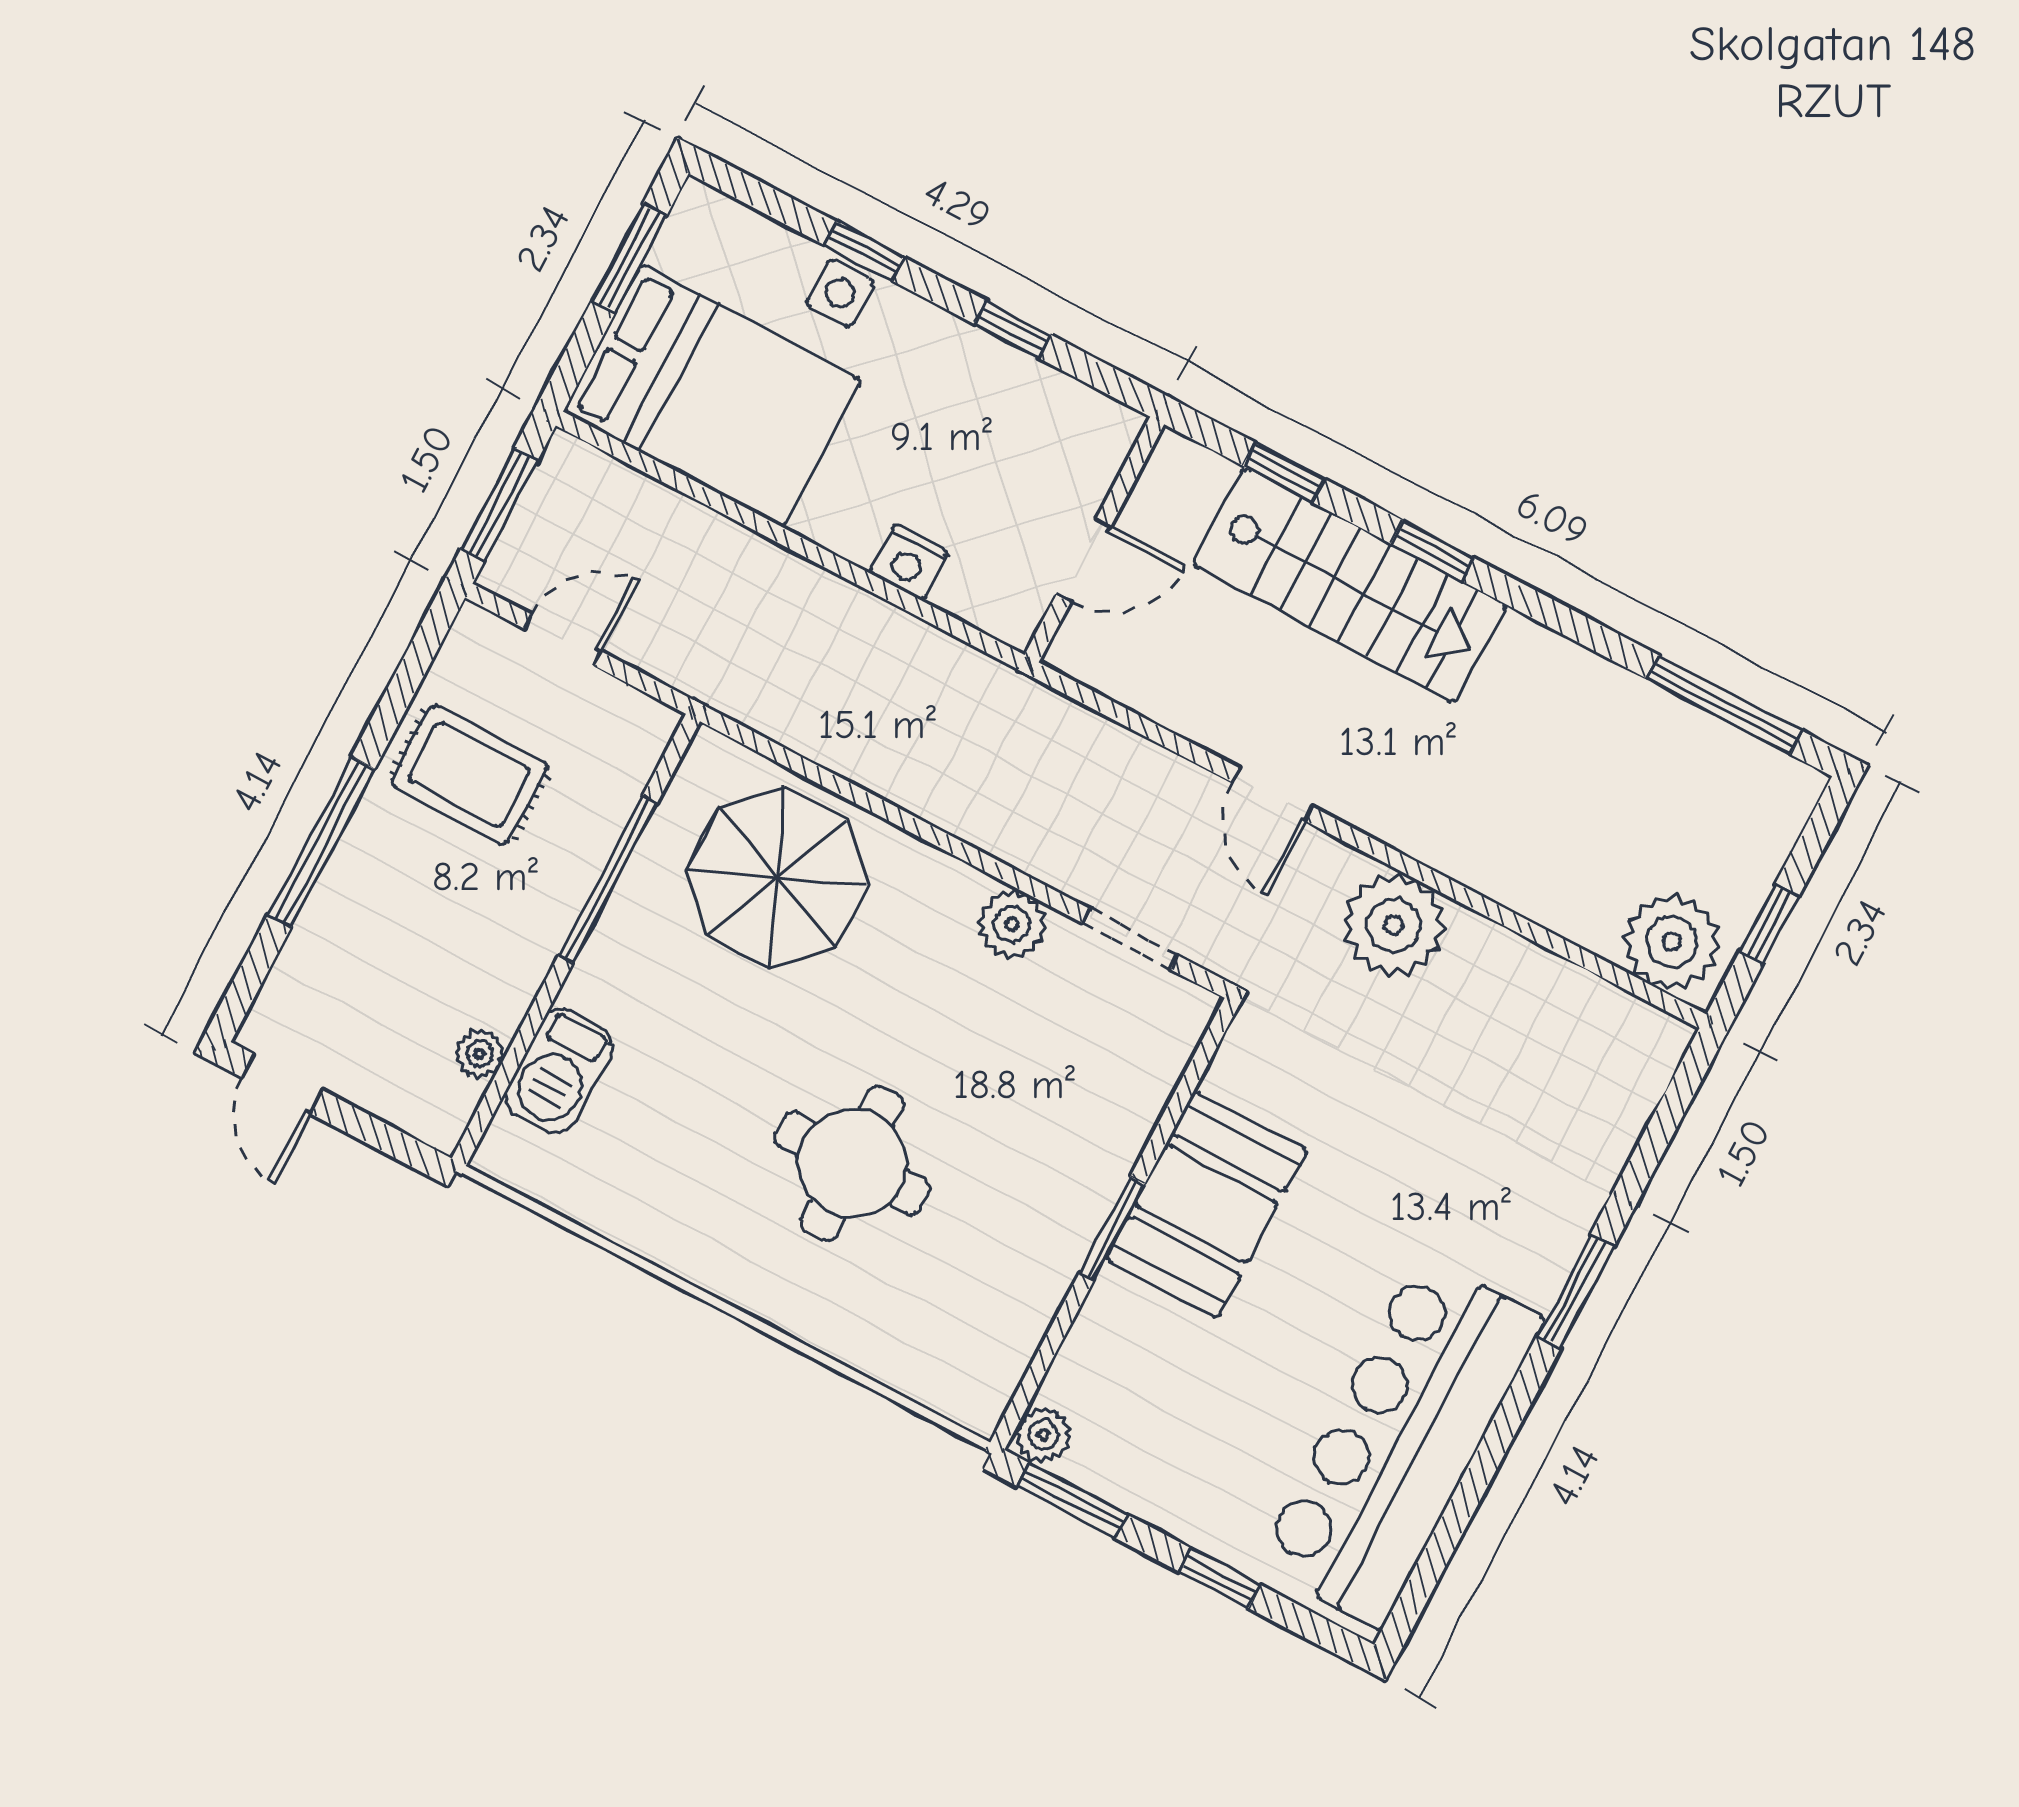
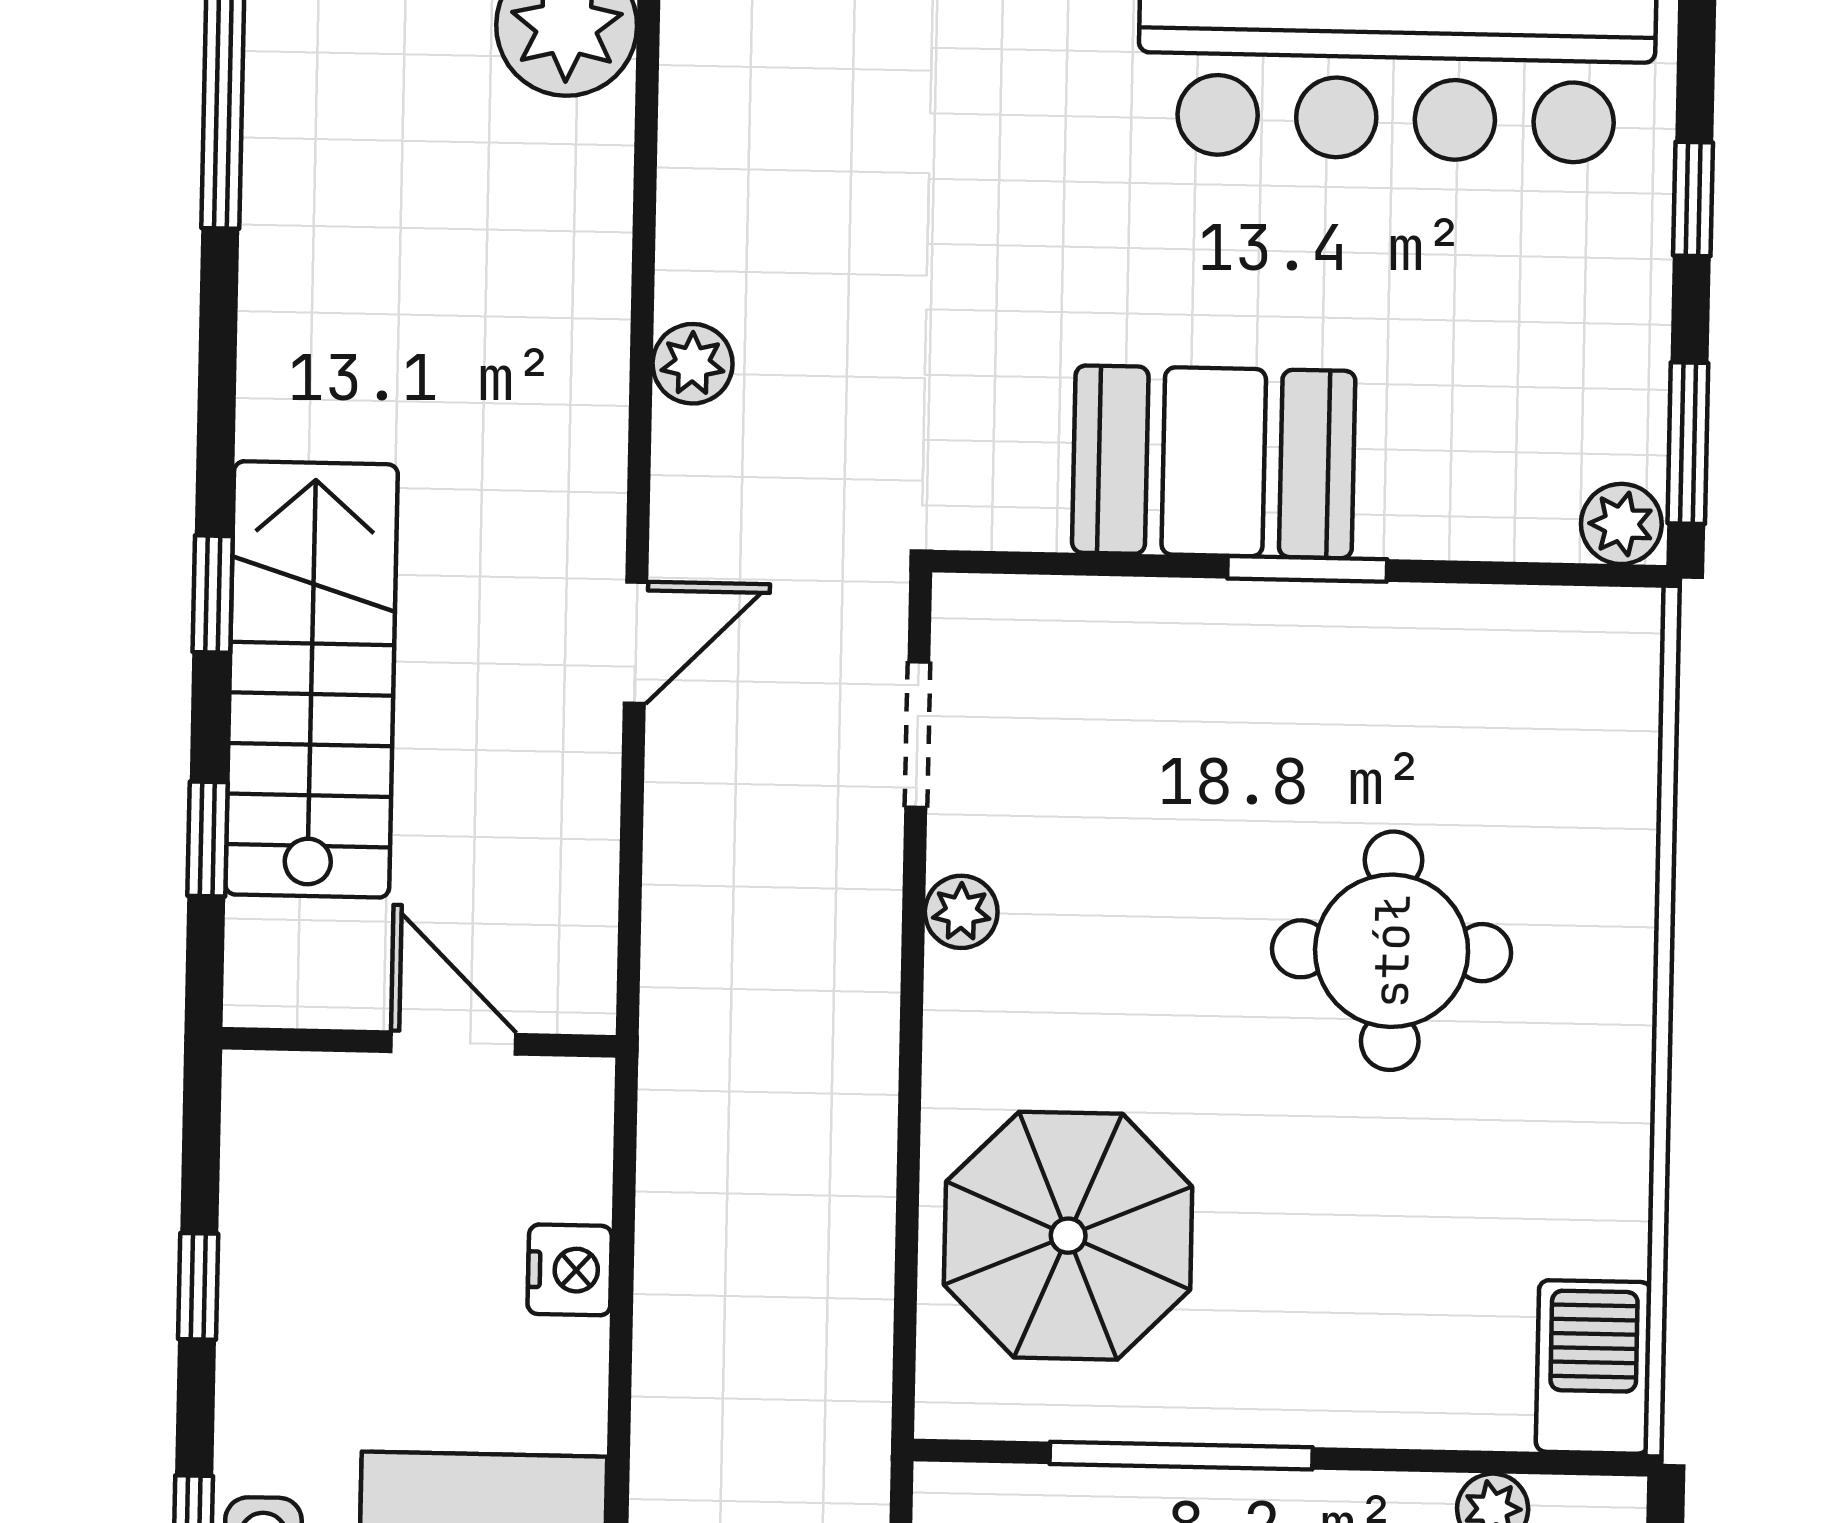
plant: (1012, 924) -> (961, 912), width x0.73, depth x0.73
plant: (1394, 925) -> (693, 364), width x0.53, depth x0.53
barbecue: (559, 1071) -> (1594, 1367), moved, turned -90

